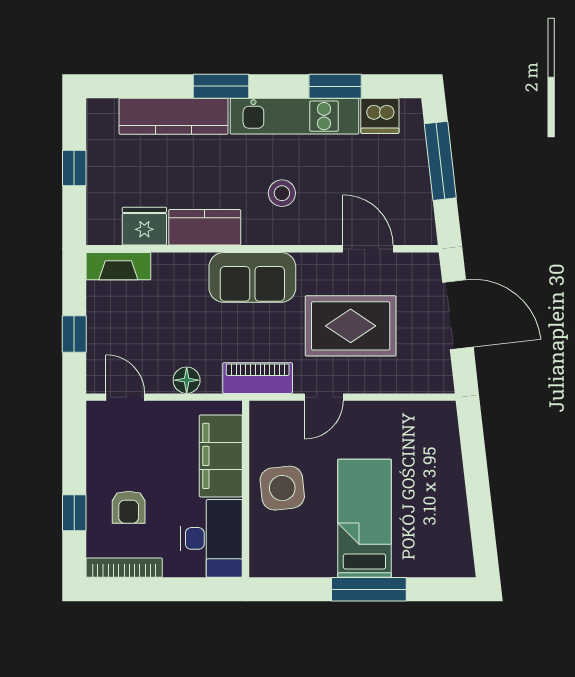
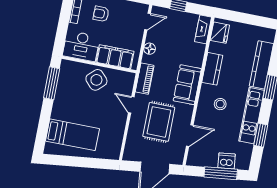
dishwasher: (380, 116) -> (227, 161), moved, turned 83
window: (74, 168) -> (248, 19), removed
fridge: (144, 226) -> (220, 33), moved
side table: (282, 488) -> (96, 80), turned -37
bed: (364, 518) -> (72, 135), moved
window: (369, 589) -> (52, 83), moved

